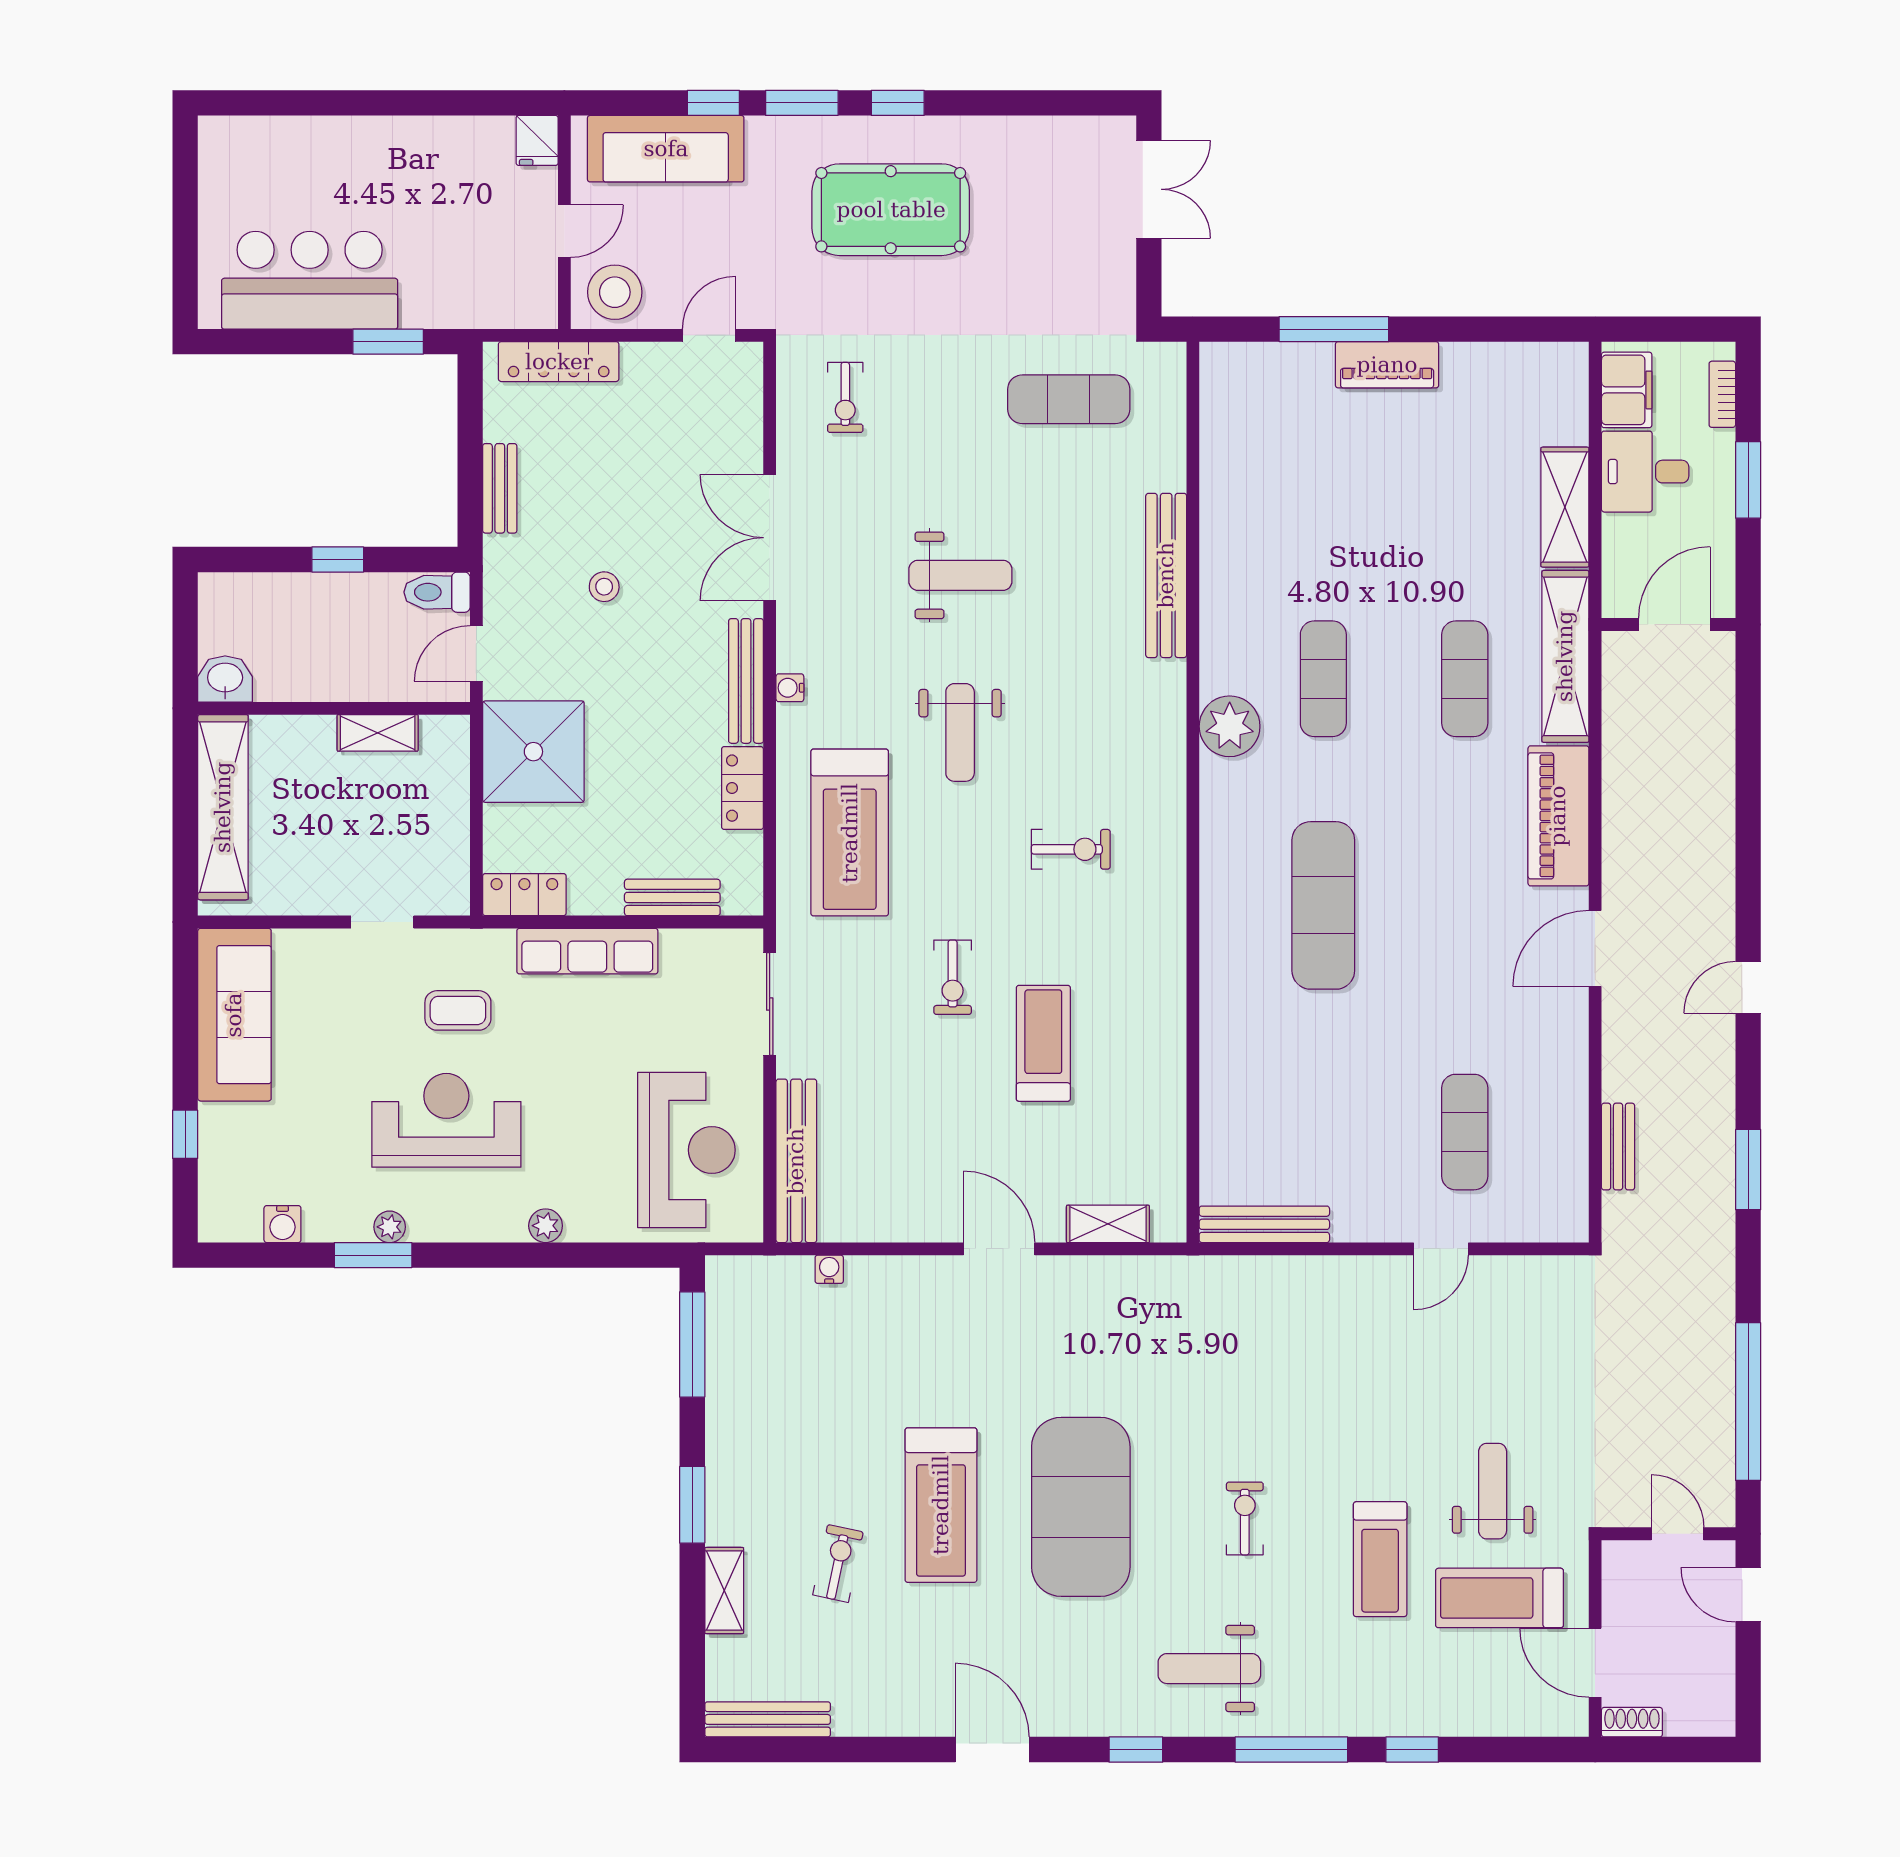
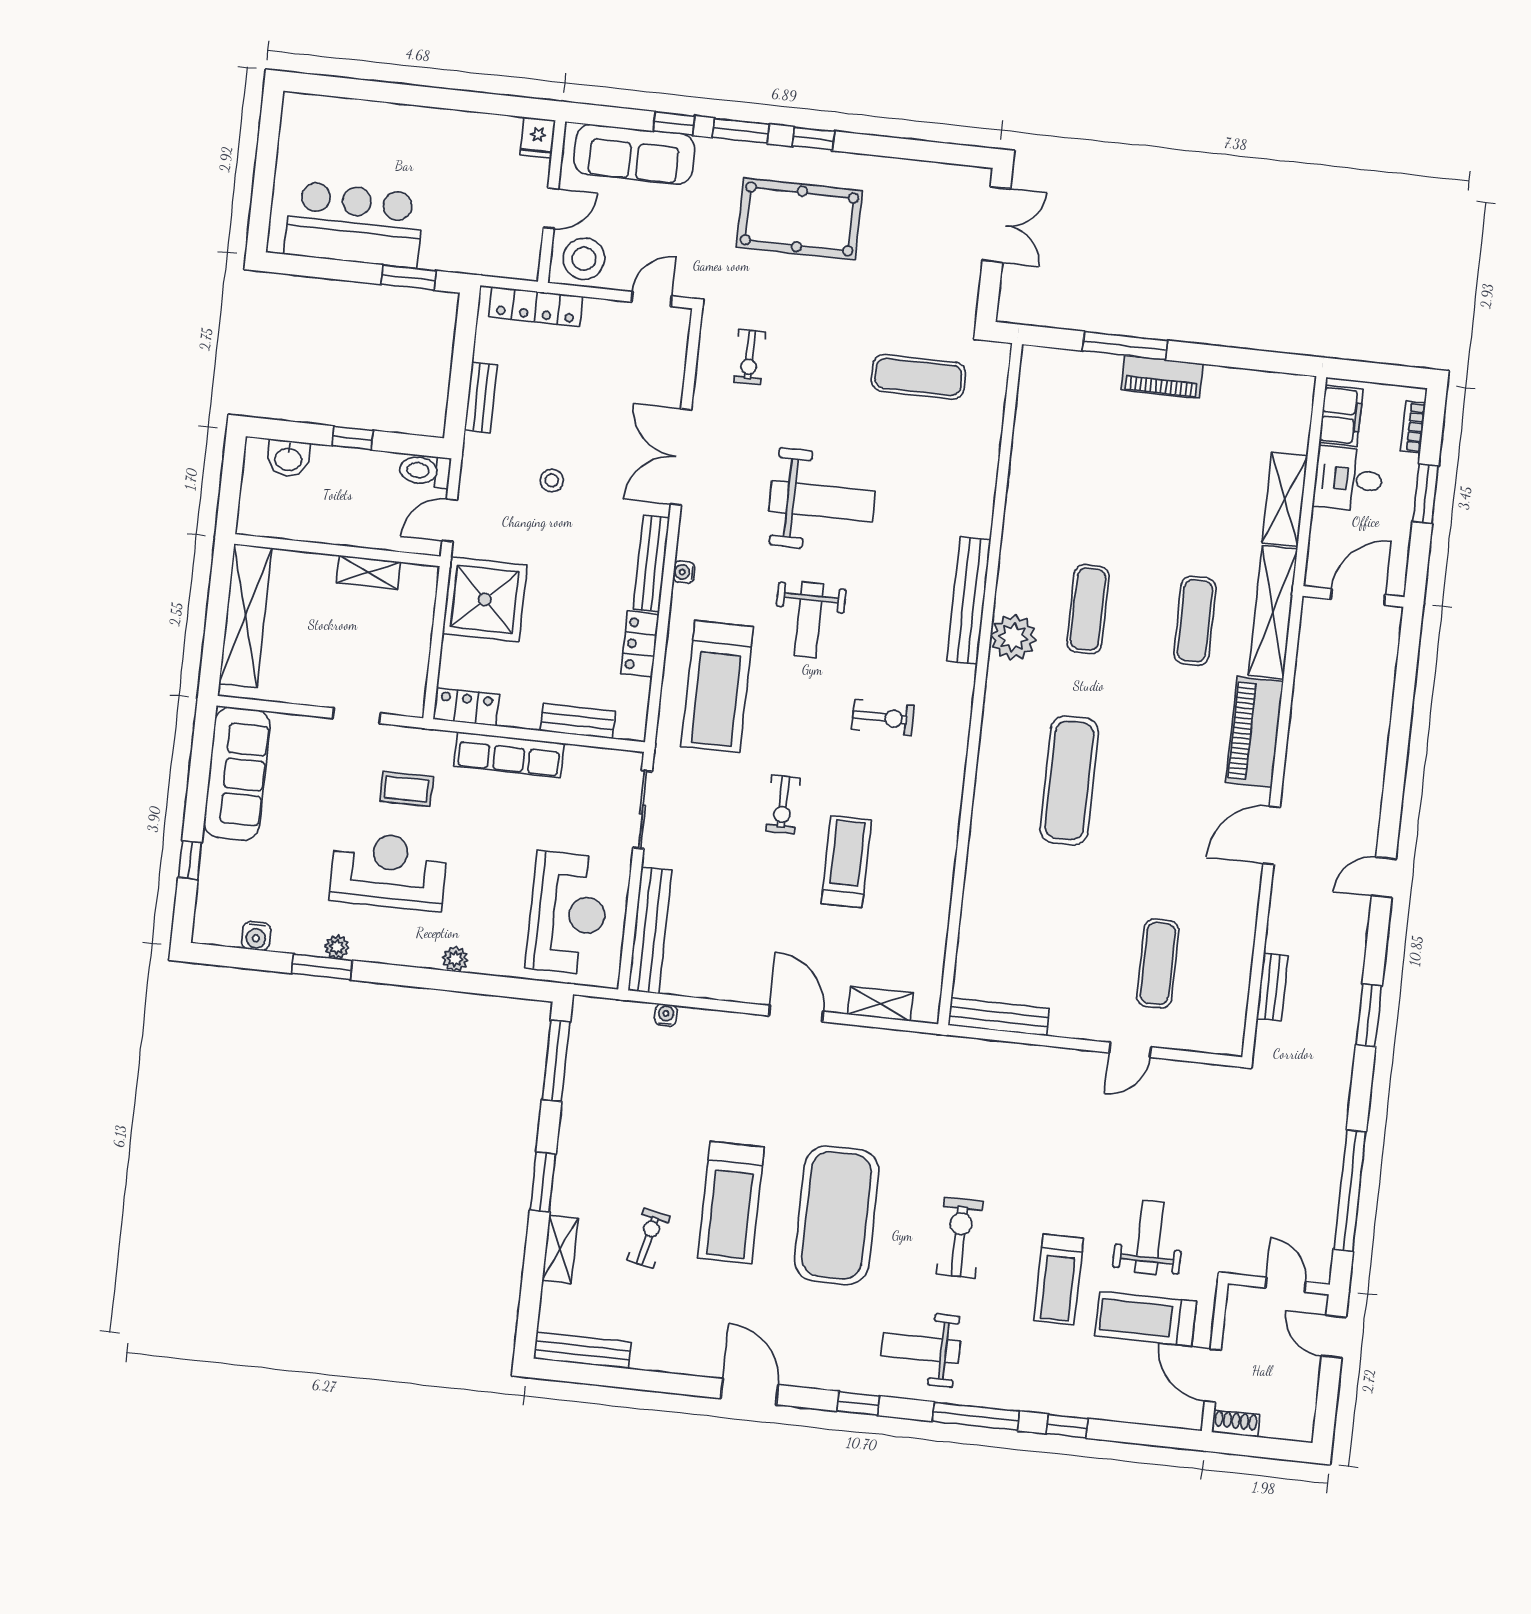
weight bench: (960, 575) -> (822, 501), width x1.36, depth x1.33
bench: (1166, 575) -> (969, 600), moved
washbasin: (225, 679) -> (288, 458), moved, turned 180
exercise bike: (1245, 1518) -> (960, 1238), width x1.38, depth x1.39

